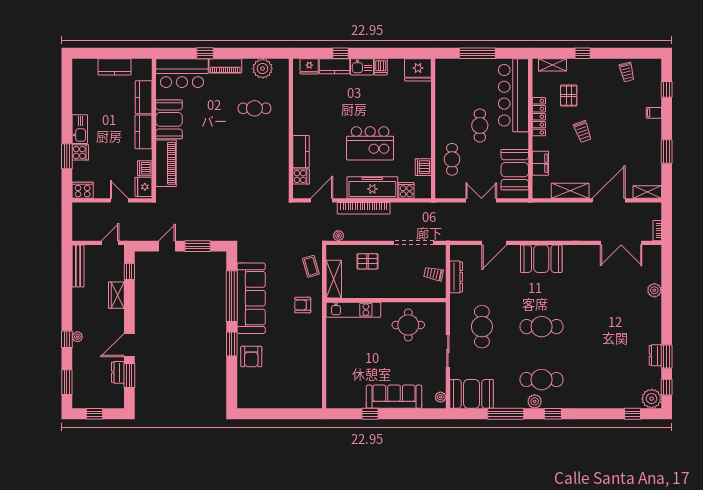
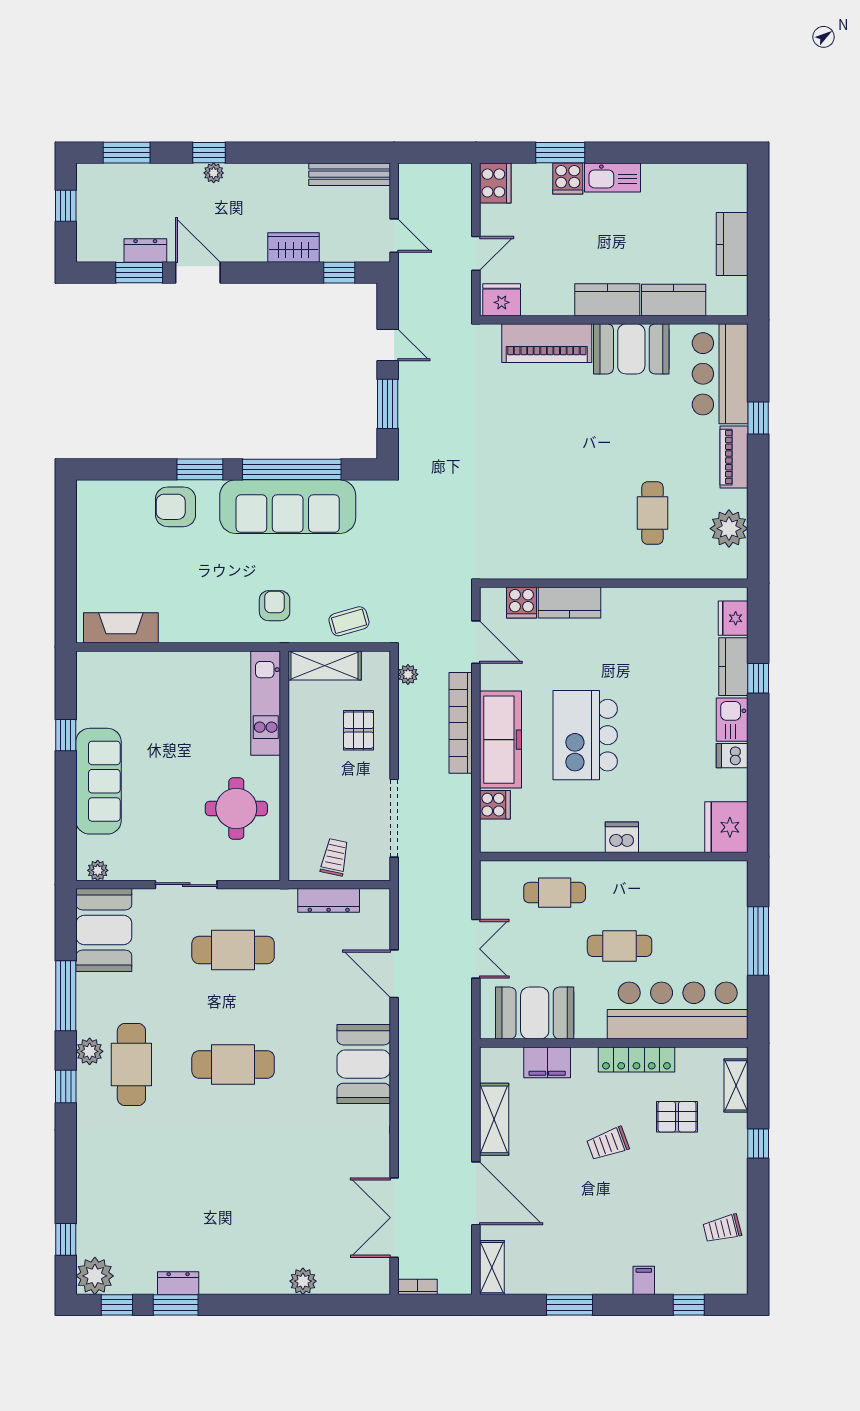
dishwasher: (423, 167) -> (622, 837), moved
dishwasher: (145, 168) -> (537, 302), removed
cafe table: (542, 327) -> (233, 1065), turned 90
fireplace: (314, 385) -> (121, 628), added

